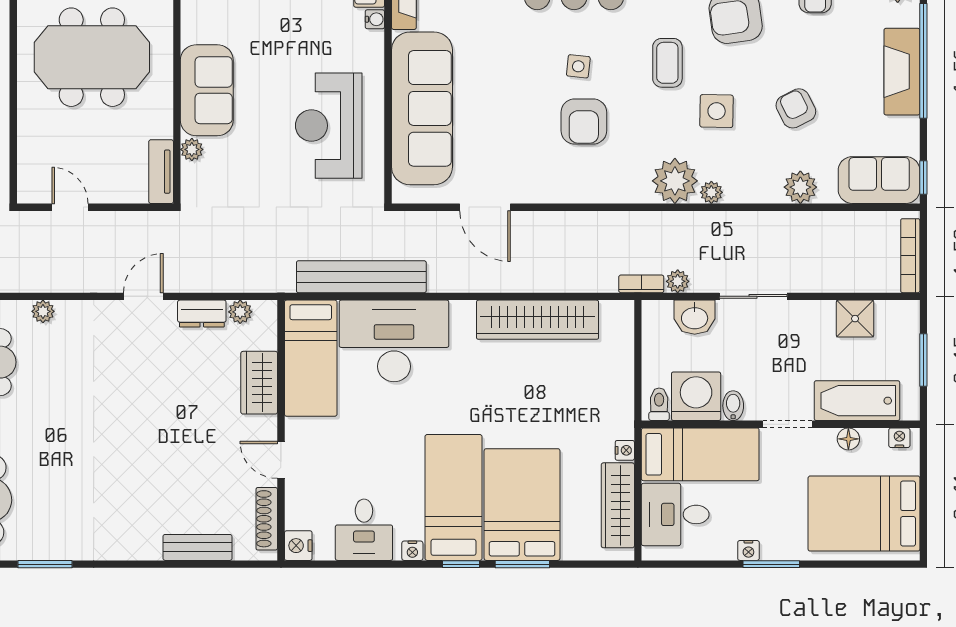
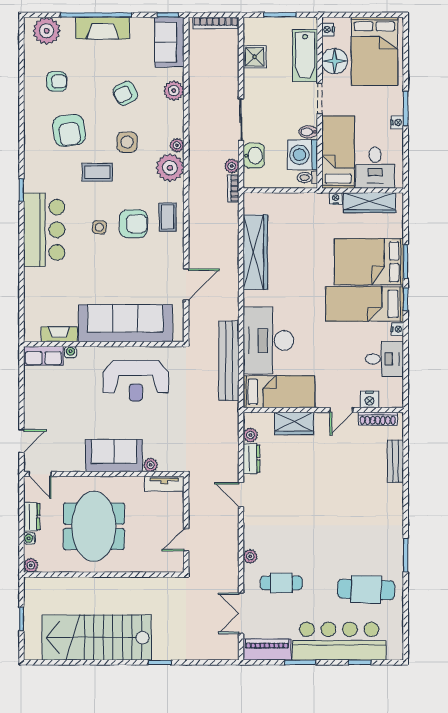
coffee table: (595, 177) -> (168, 217), added
floor lamp: (848, 439) -> (335, 61), width x1.89, depth x1.89
nightstand: (298, 546) -> (370, 399), moved

